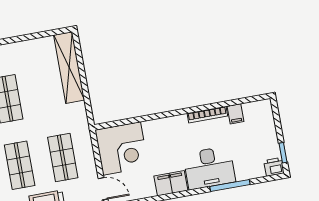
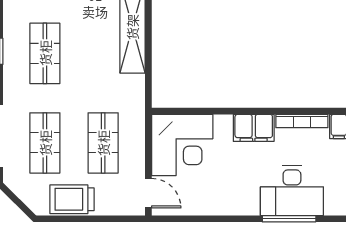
filing cabinet: (171, 183) -> (254, 128), moved, turned 180
window: (230, 186) -> (289, 219), moved

